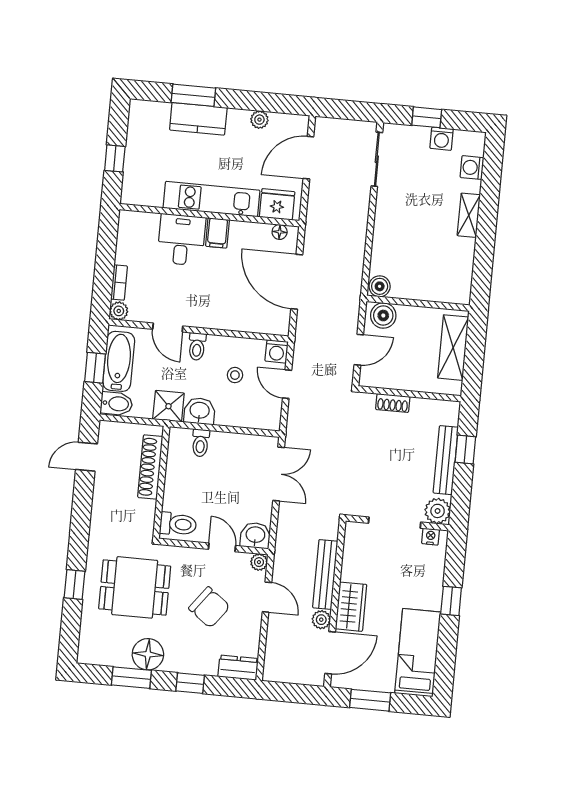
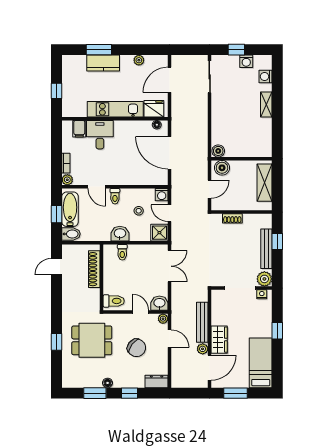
filing cabinet: (217, 233) -> (79, 129), moved
shower: (168, 406) -> (159, 233), moved
floor lamp: (148, 654) -> (108, 383), width x0.53, depth x0.53

